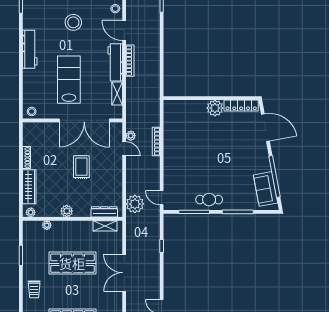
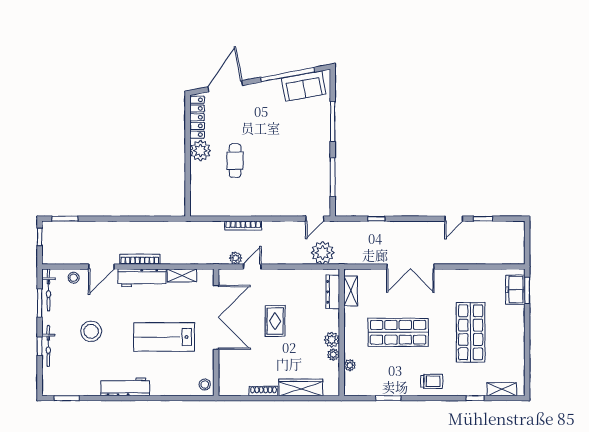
rug: (81, 167) -> (275, 321), turned 90
cafe table: (209, 200) -> (235, 161), moved
plant: (31, 212) -> (333, 355), moved
shop shelf: (72, 263) -> (398, 332), turned 90

